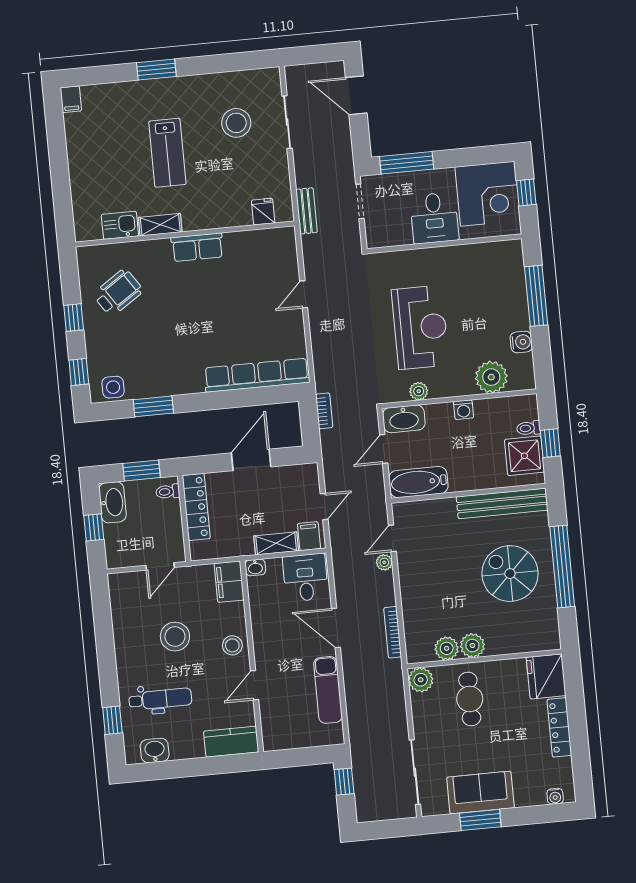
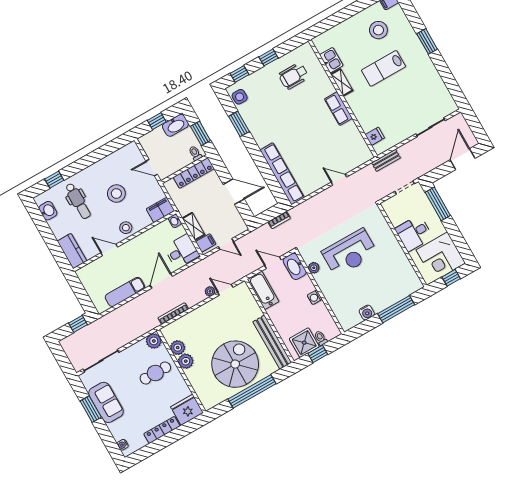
stool: (236, 123) -> (378, 30), moved
wheelchair: (118, 293) -> (293, 76), turned 124
plant: (491, 377) -> (340, 305), removed
spiral stairs: (510, 574) -> (235, 364), width x1.37, depth x1.37

